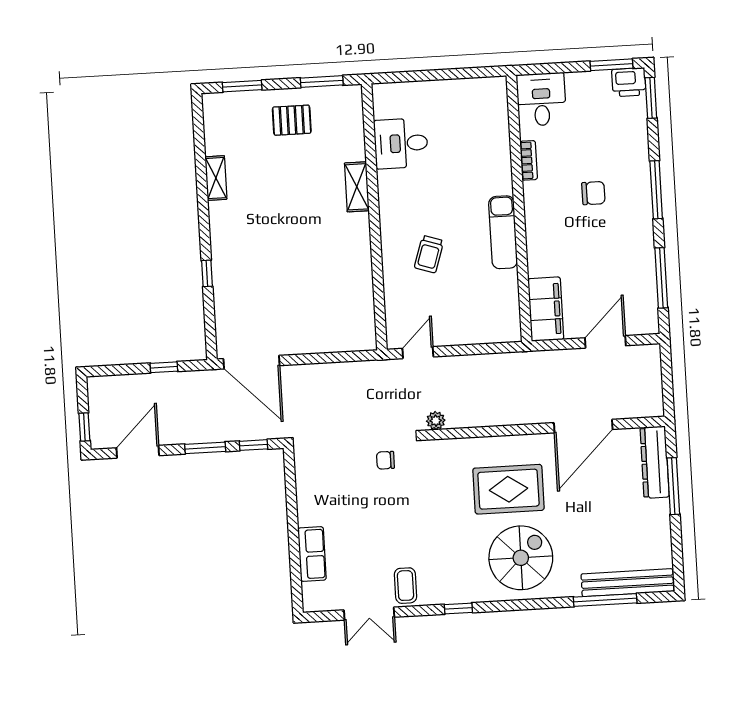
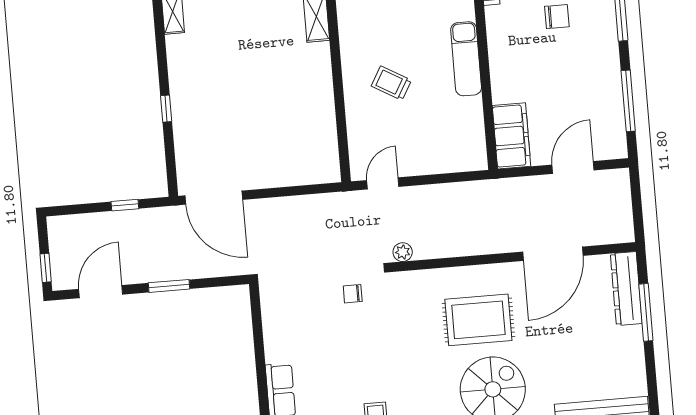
trolley: (429, 254) -> (391, 83), turned 102
window: (253, 445) -> (218, 282), removed

